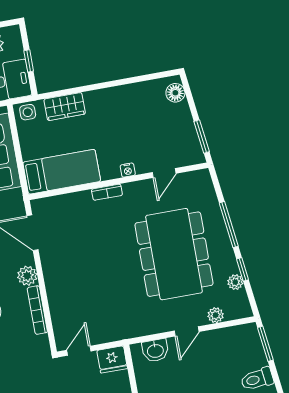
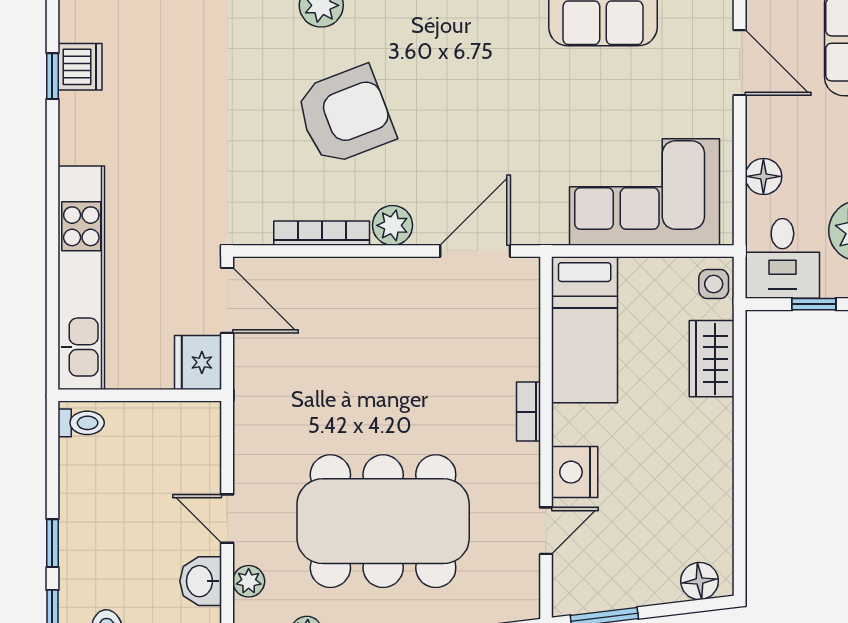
nightstand: (128, 170) -> (575, 472), width x1.89, depth x1.79
door: (164, 173) -> (546, 531), swing flipped
washbasin: (155, 350) -> (201, 581), moved
door: (79, 351) -> (227, 300), width x1.38

